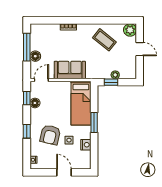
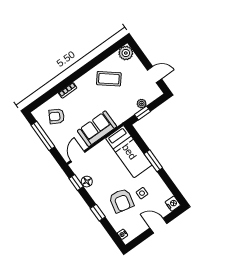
armchair: (47, 40) -> (57, 116), added
door: (140, 49) -> (154, 75), moved
floor lamp: (35, 56) -> (57, 139), removed
nightstand: (86, 145) -> (173, 204), moved

